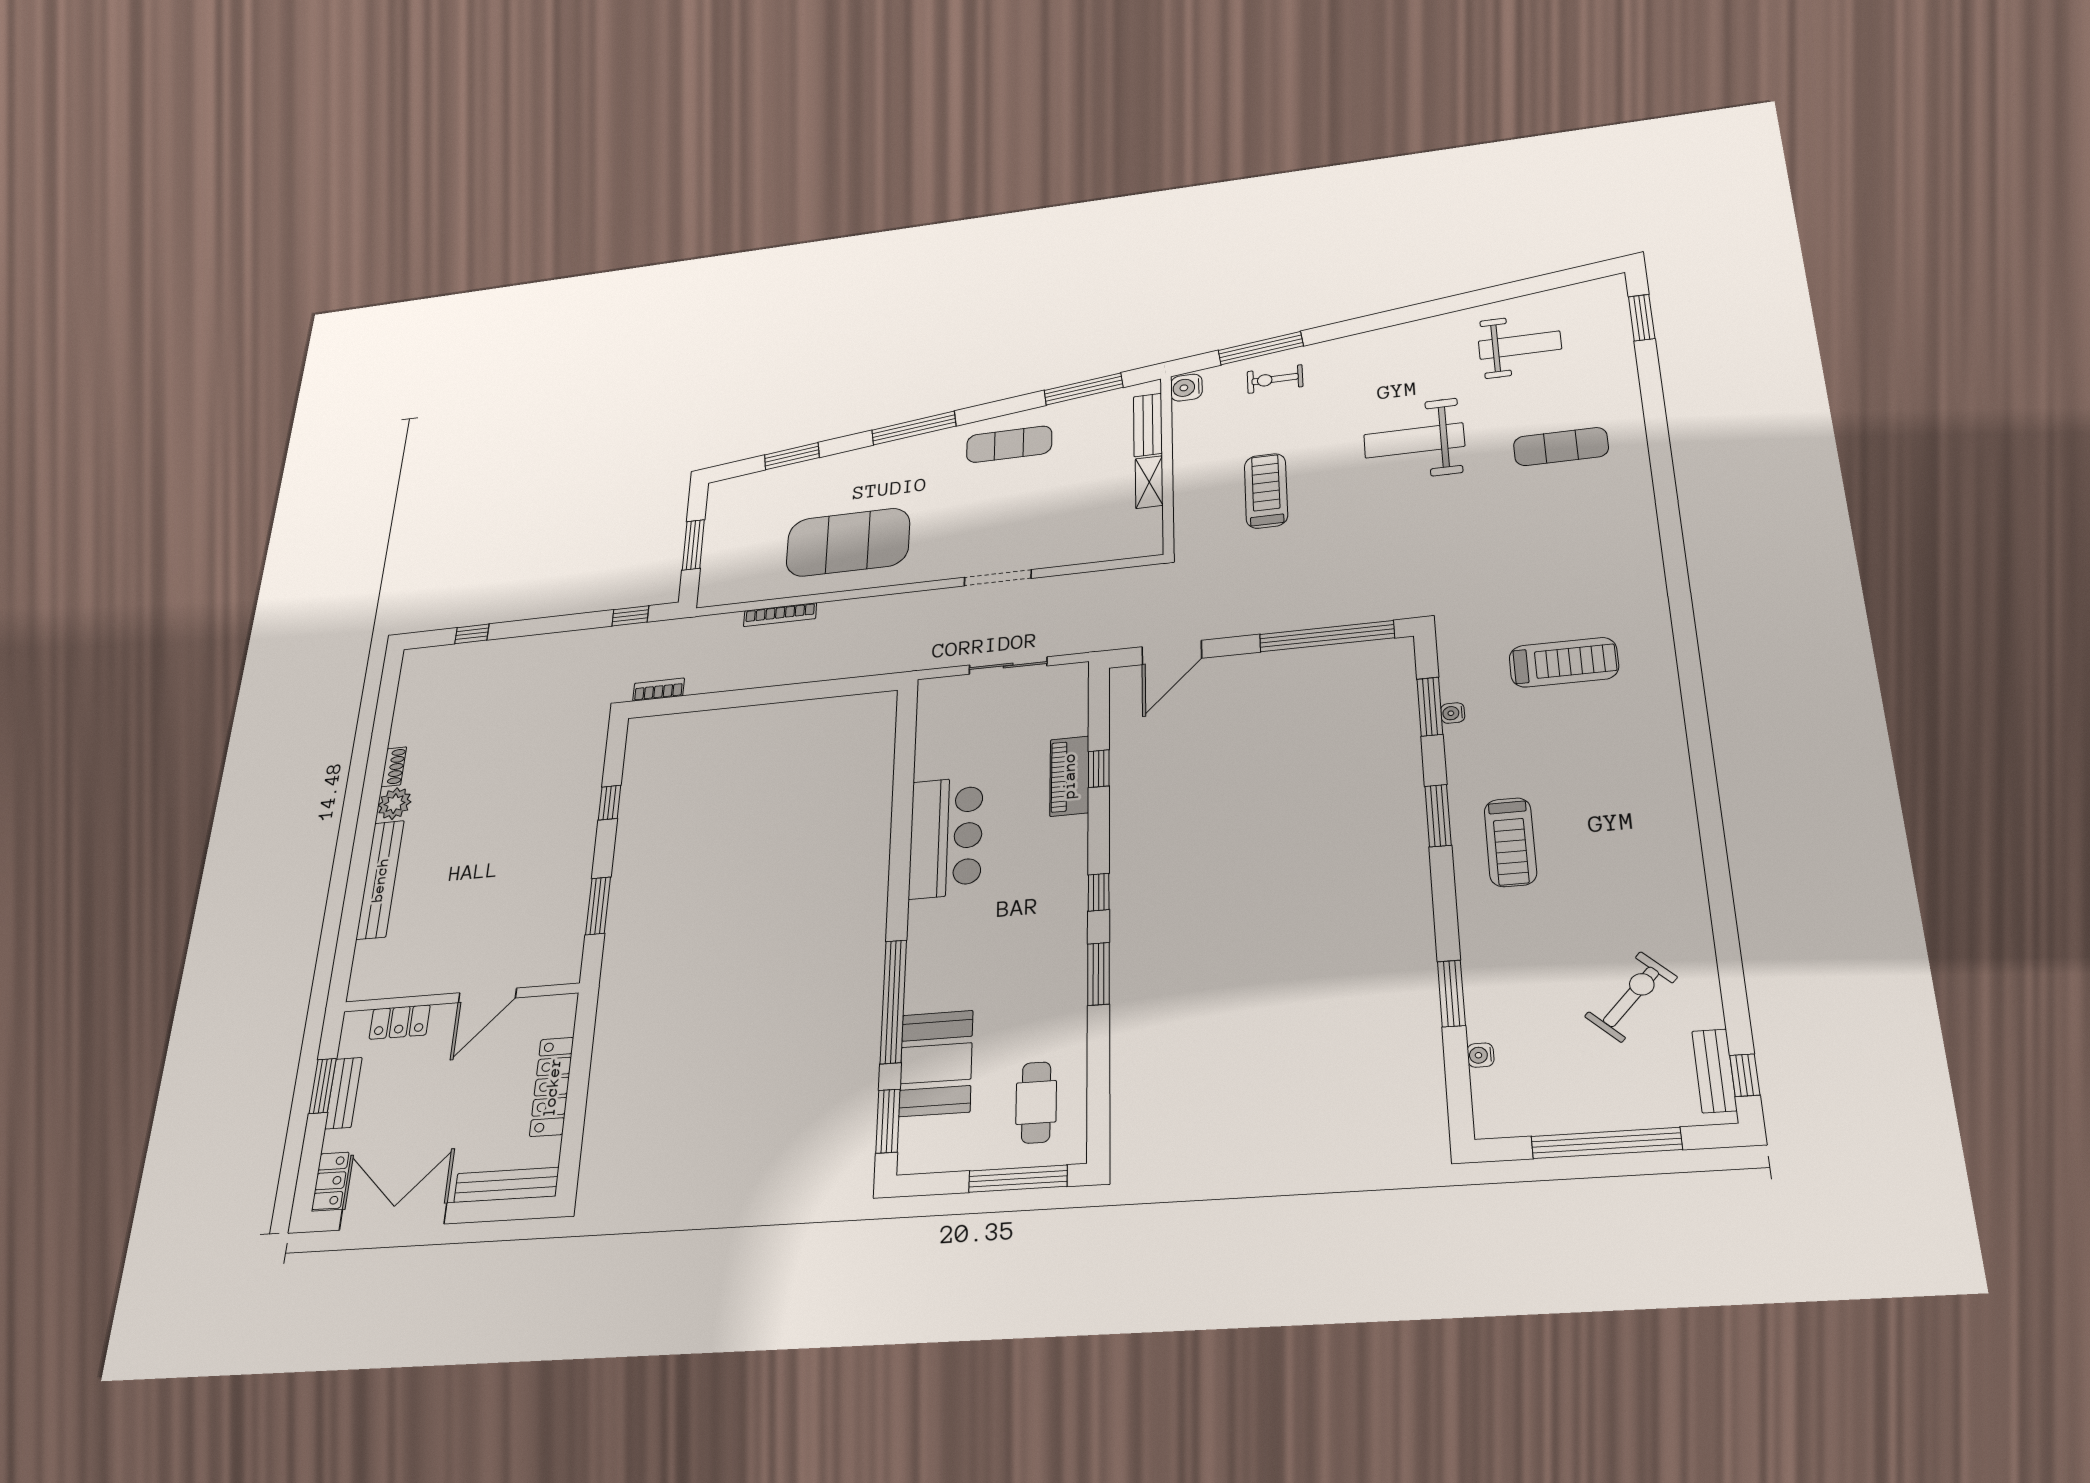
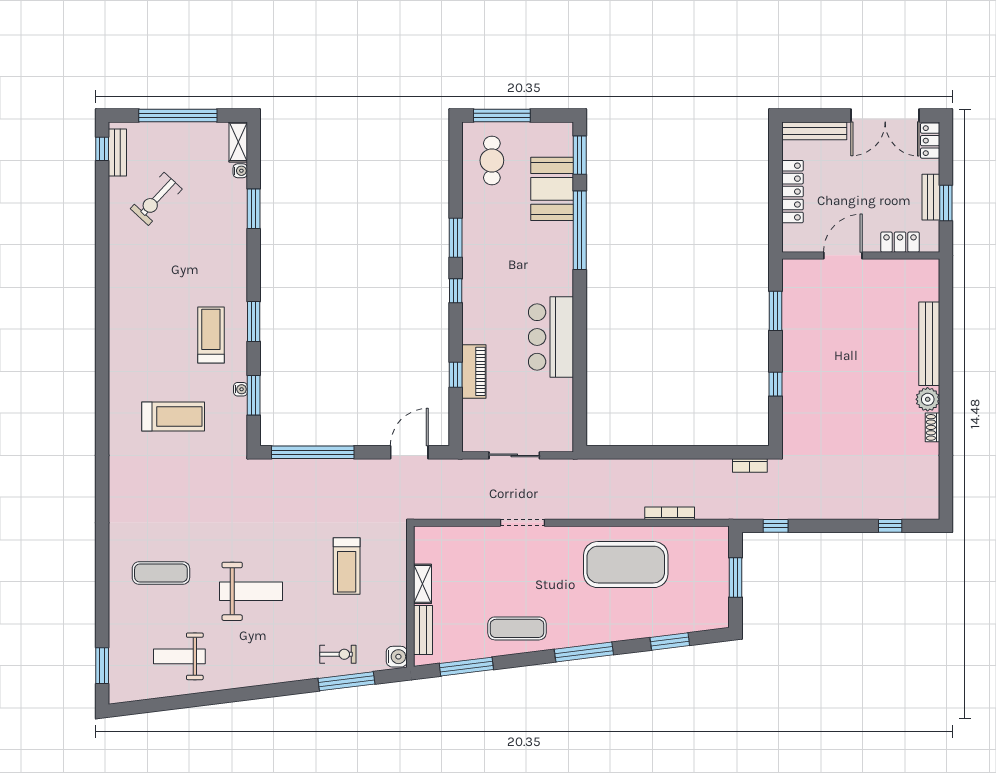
treadmill: (1564, 662) -> (173, 416), turned 180
treadmill: (1510, 842) -> (211, 335), moved
shelving: (1488, 1104) -> (238, 142), added

